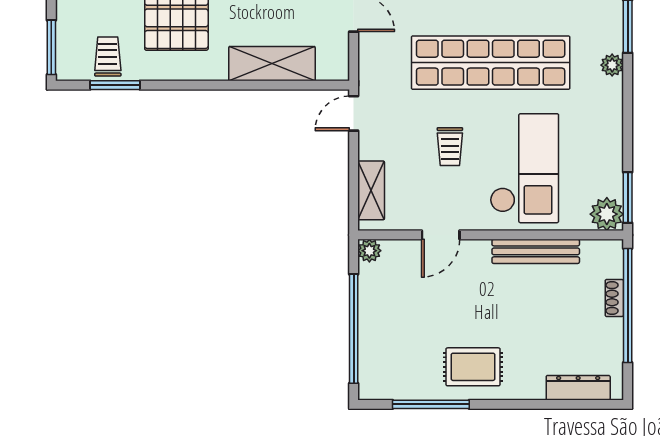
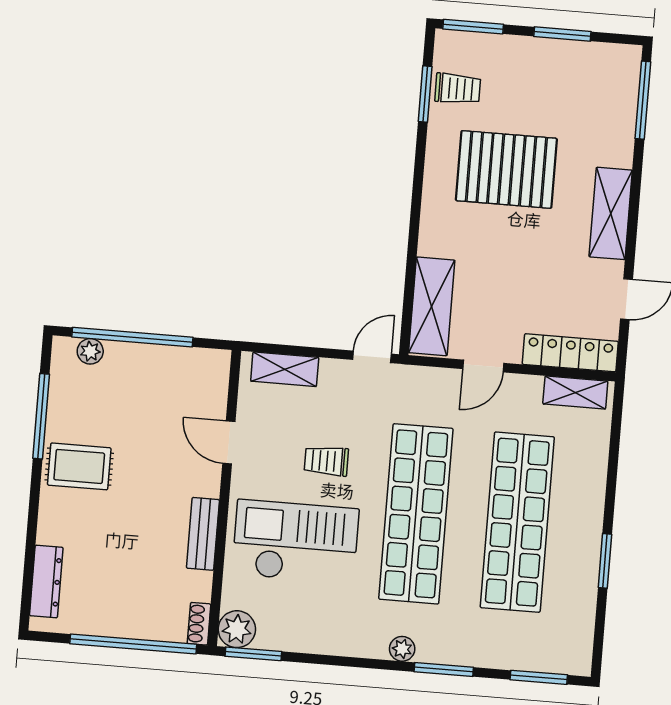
shelving: (272, 64) -> (432, 306), moved
door: (354, 113) -> (372, 357), hinge flipped
checkout: (524, 168) -> (295, 542), turned 180
plant: (369, 251) -> (90, 351), moved
bench: (536, 251) -> (203, 534), width x0.73
shoe rack: (614, 298) -> (199, 624), moved, turned -90
rug: (473, 367) -> (79, 466), turned 90

